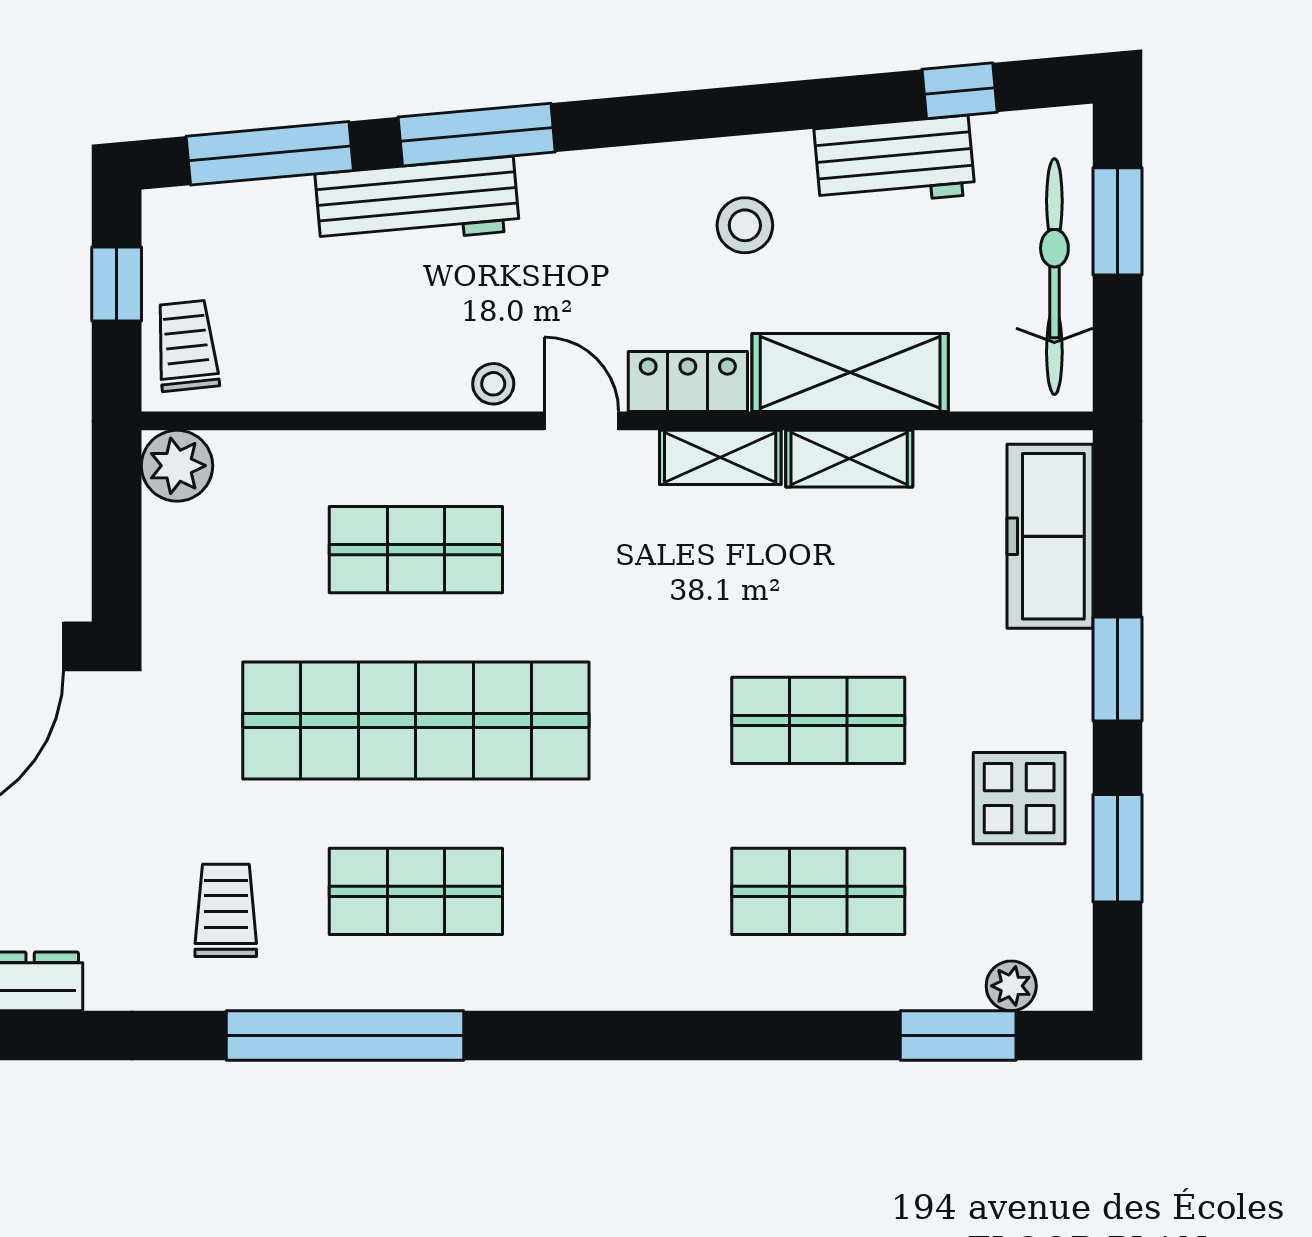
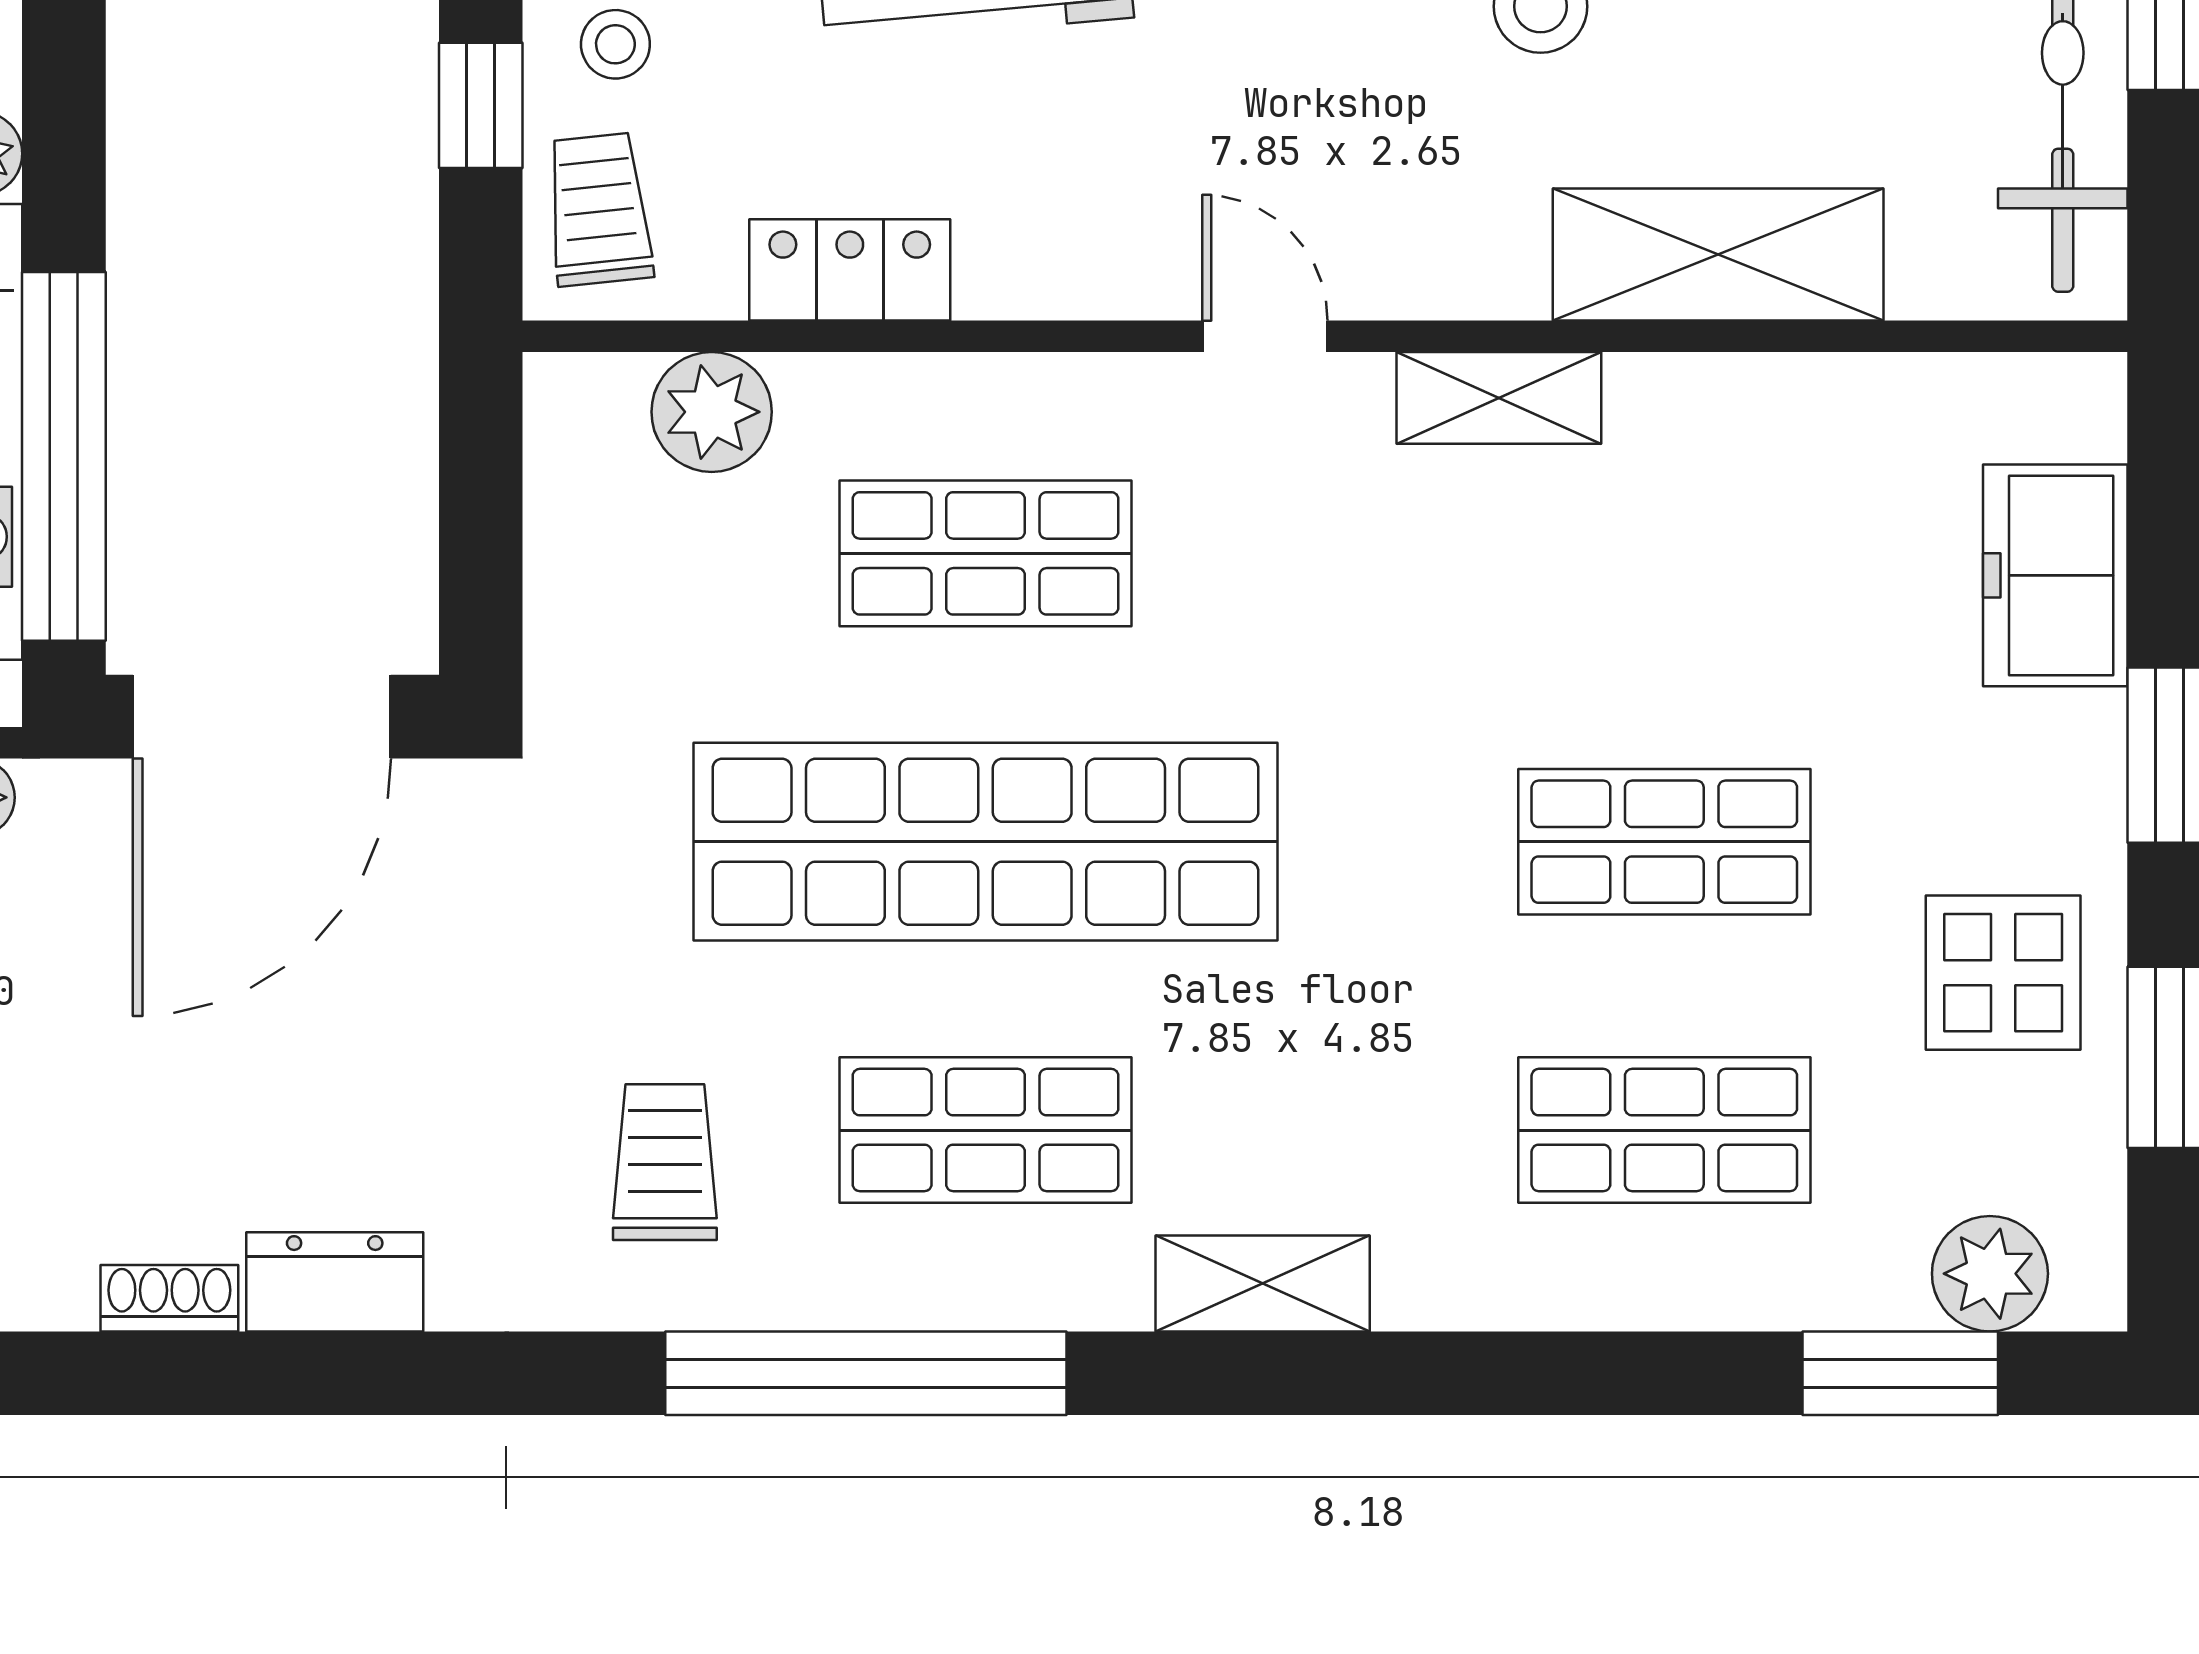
locker: (688, 382) -> (850, 270), moved
stool: (493, 384) -> (615, 44), moved
shelving: (849, 459) -> (1263, 1283), moved
plant: (177, 466) -> (712, 412), moved
freezer: (1050, 536) -> (2055, 575), width x0.71
plant: (1011, 986) -> (1990, 1274), width x1.38, depth x1.38

